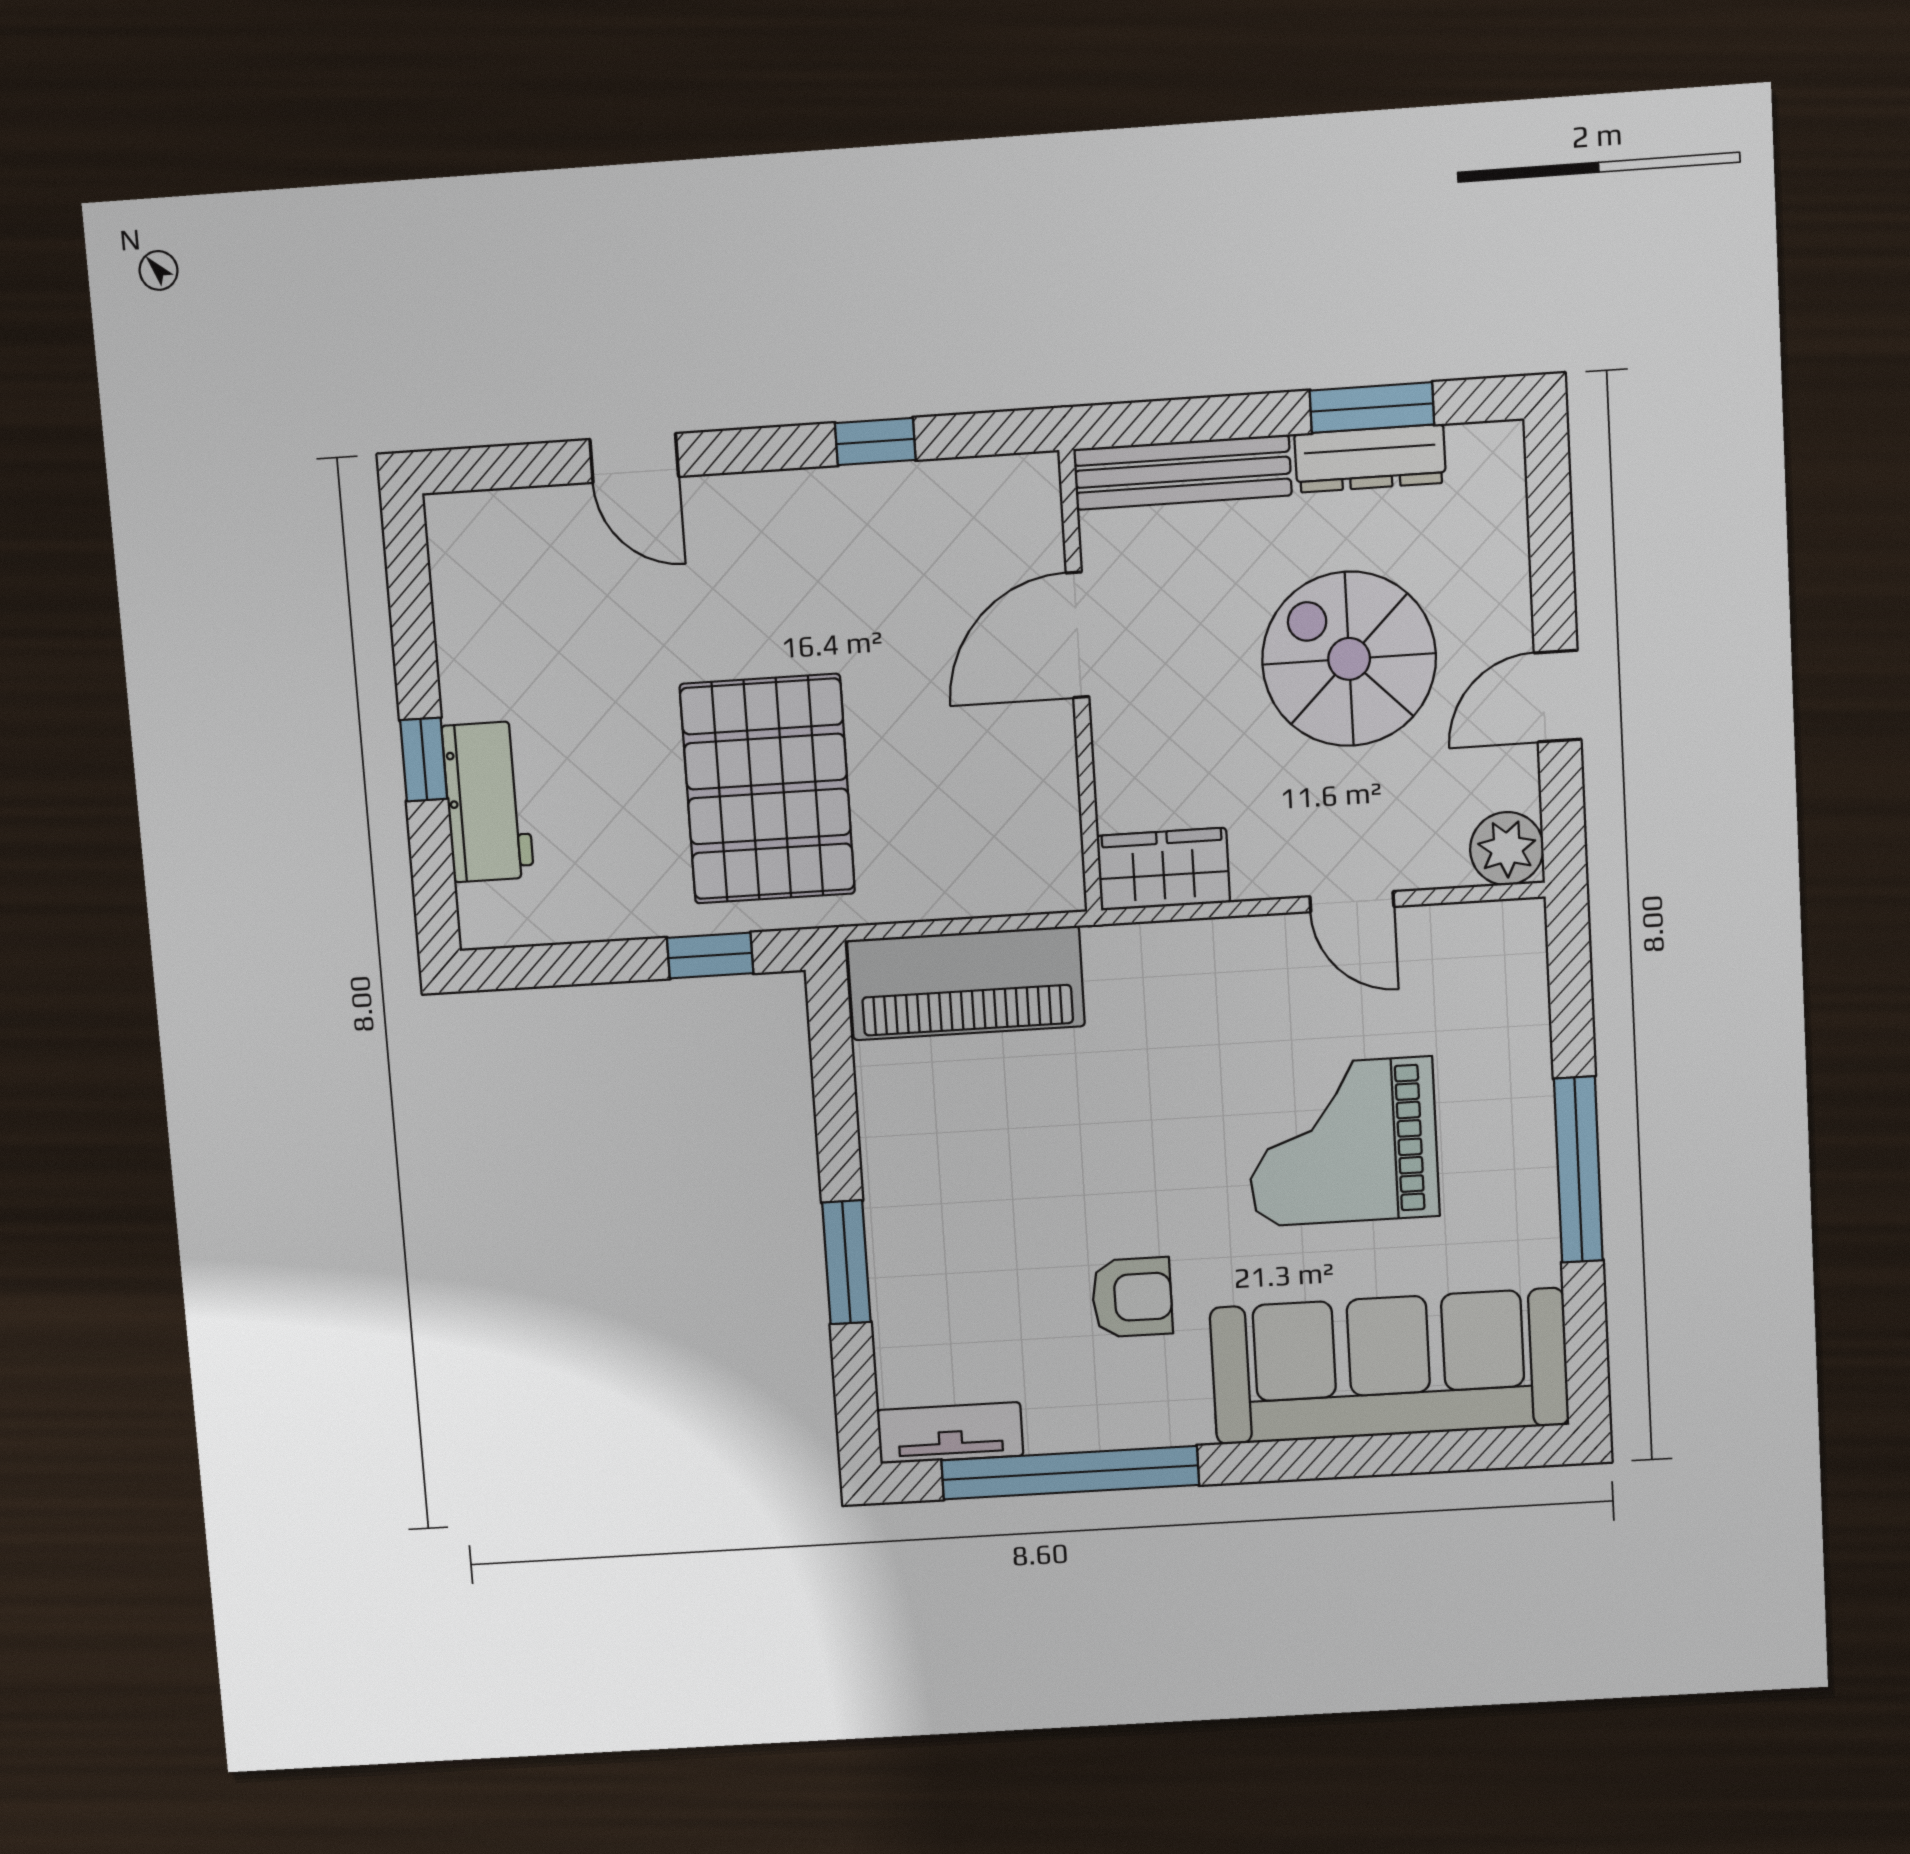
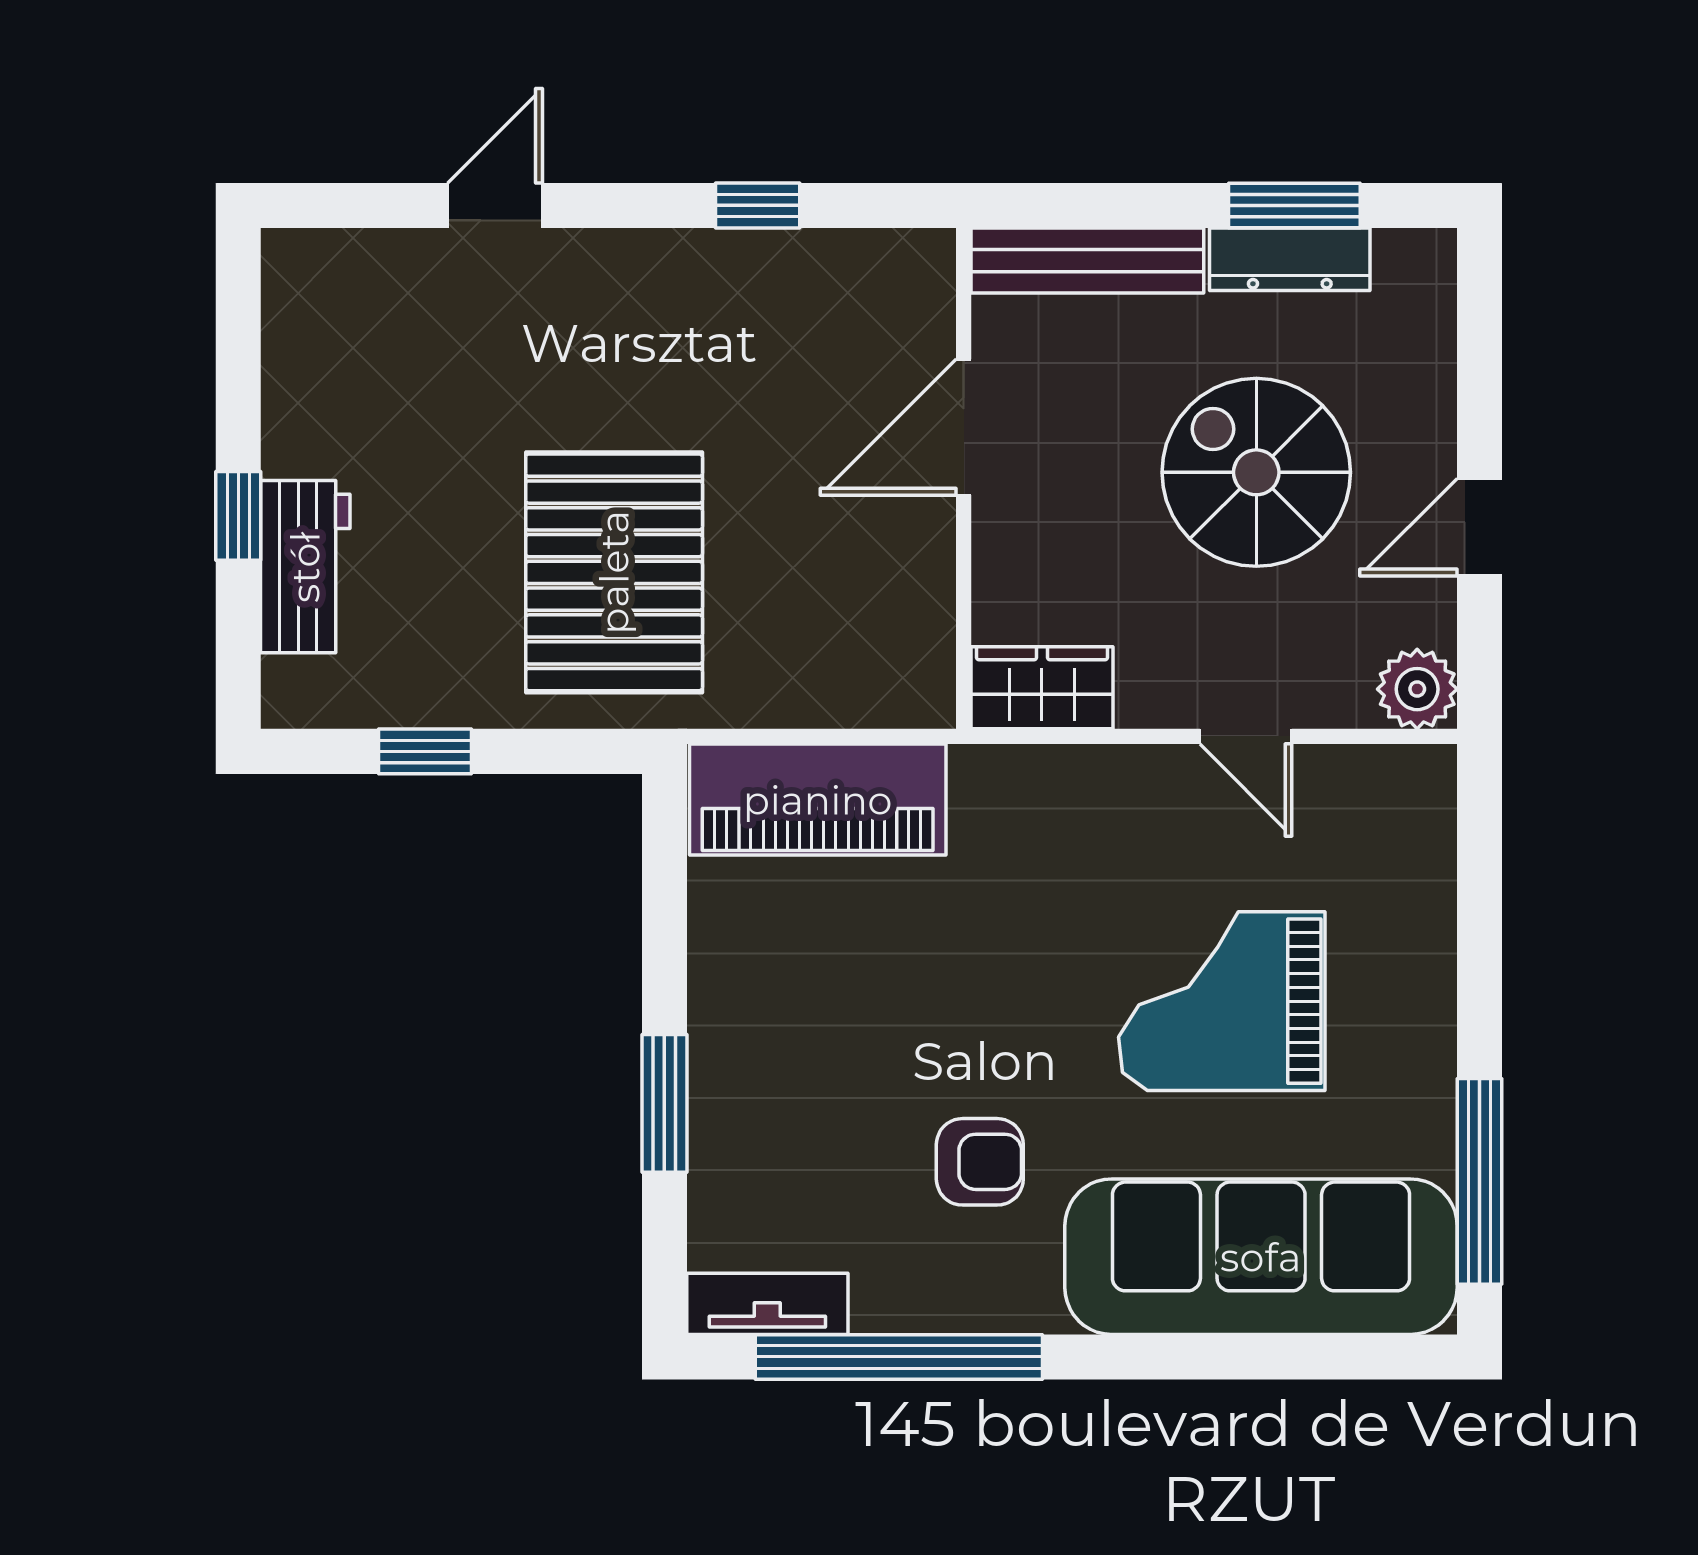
door: (634, 458) -> (495, 205), swing flipped
window: (710, 956) -> (425, 751), moved
window: (1578, 1170) -> (1479, 1181), moved

